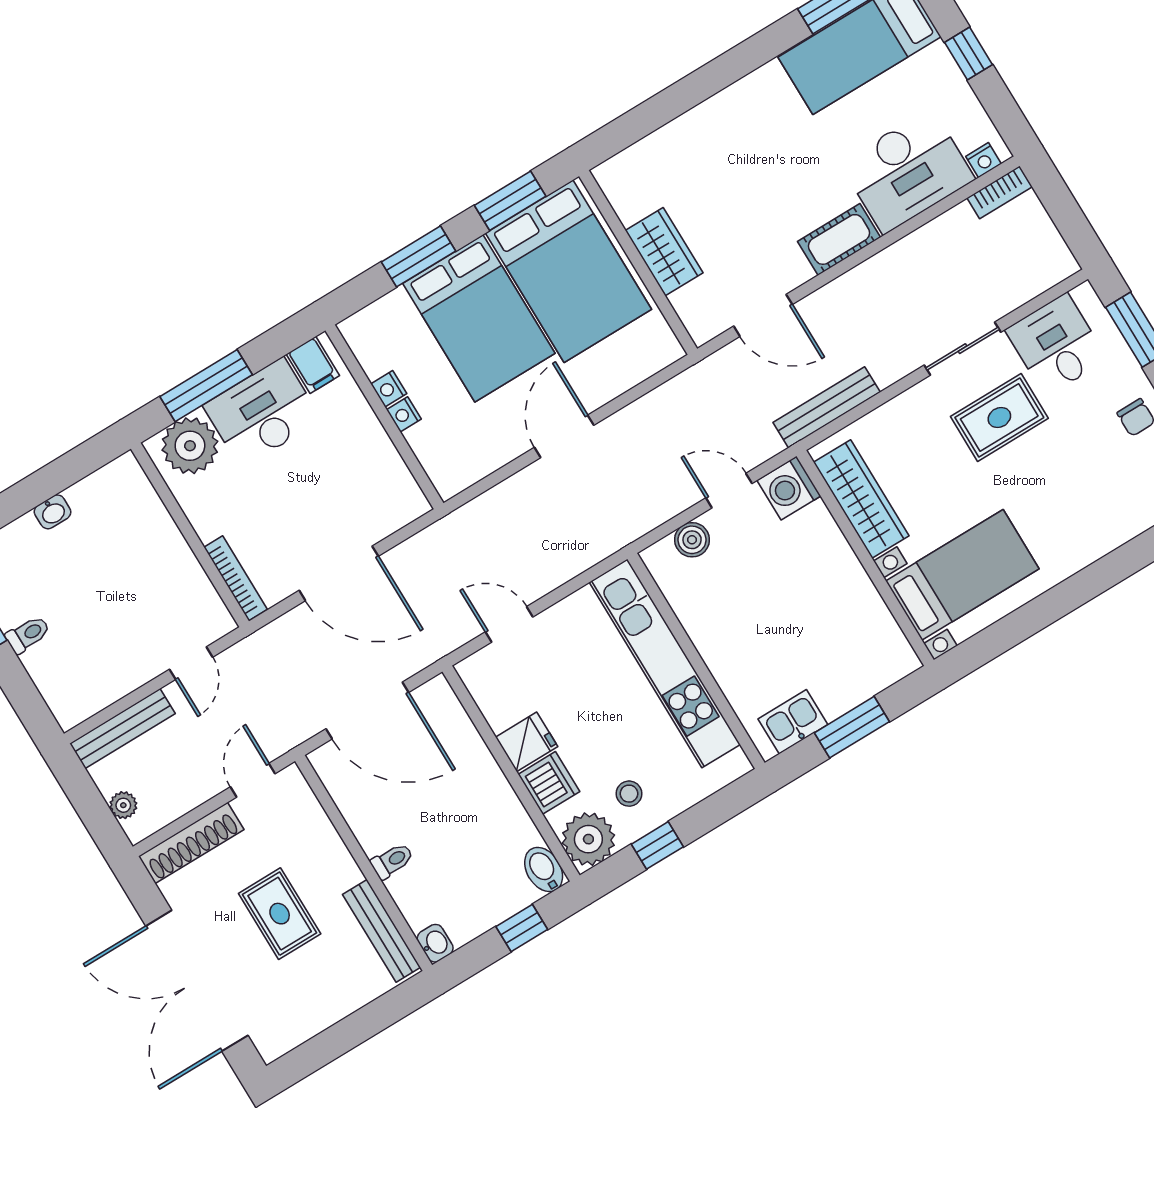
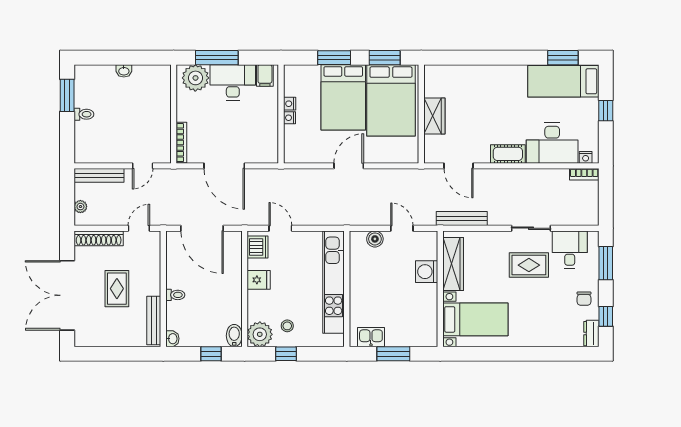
washing machine: (789, 488) -> (427, 272), moved
dishwasher: (549, 783) -> (258, 247), moved

